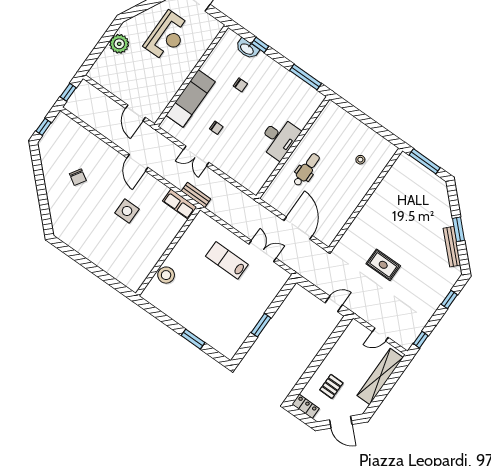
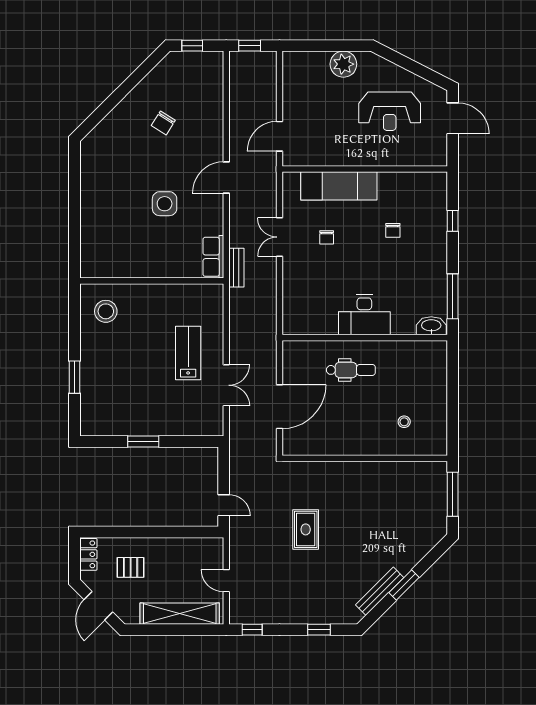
washbasin: (247, 49) -> (431, 326), moved, turned 90
stool: (166, 275) -> (106, 311), moved

